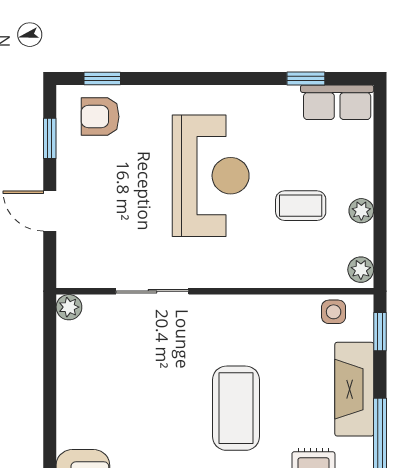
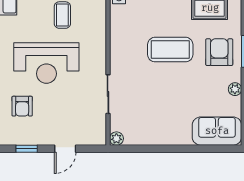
armchair: (100, 117) -> (22, 106), moved
reception desk: (211, 176) -> (46, 63), turned 180

